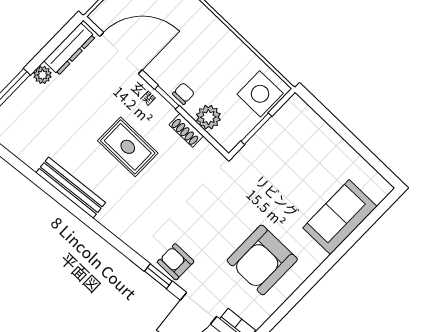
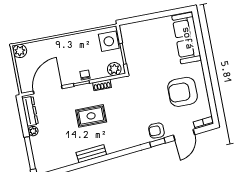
plant: (208, 117) -> (114, 69), moved
bench: (71, 188) -> (91, 154), width x0.73
sofa: (340, 217) -> (187, 38), width x1.36
armchair: (262, 260) -> (183, 92), turned 90

